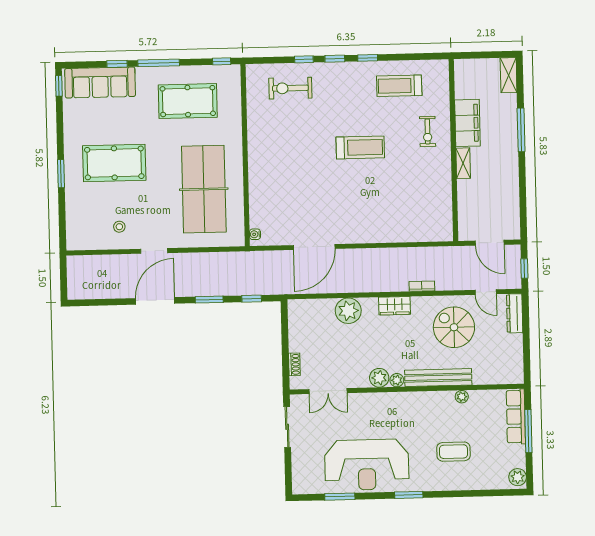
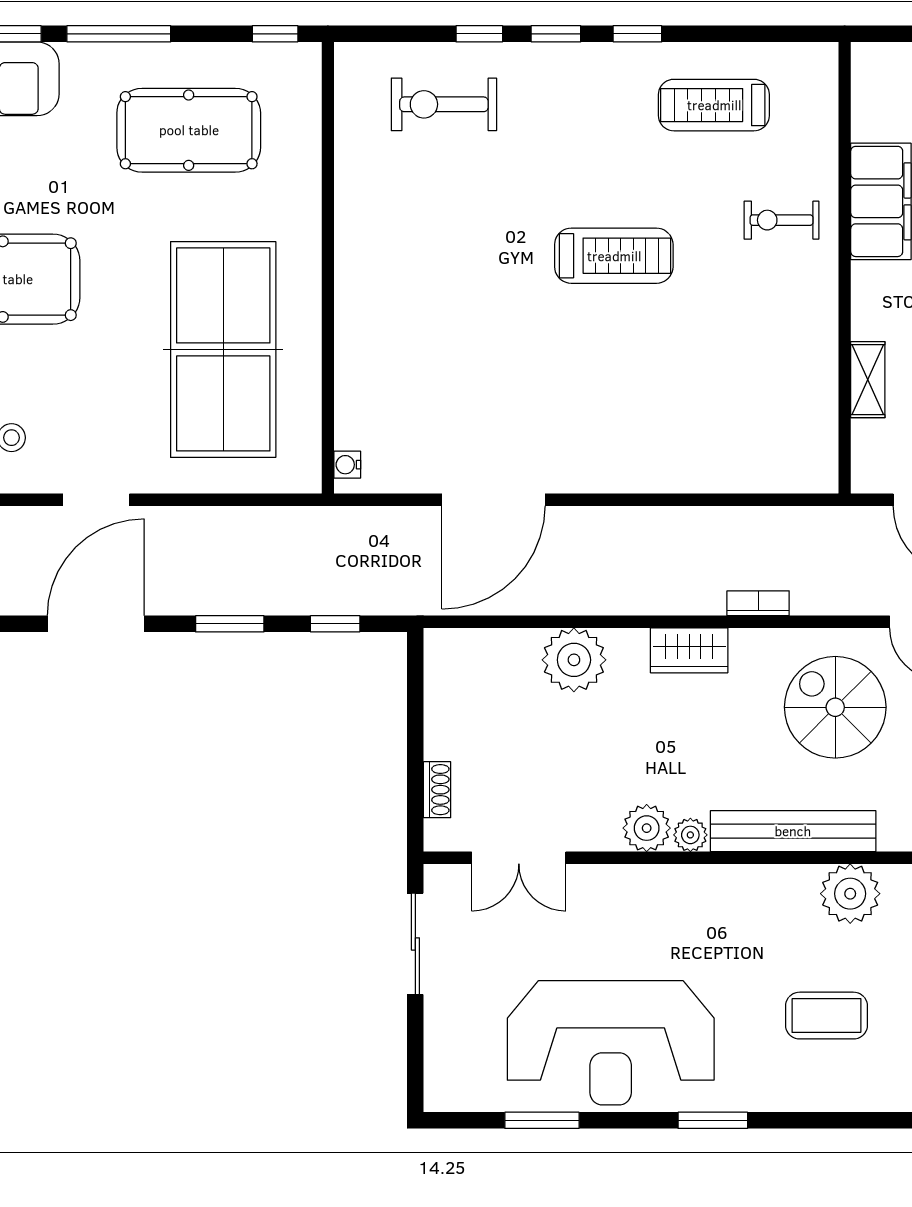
exercise bike: (428, 131) -> (781, 220), turned 90
shelving: (463, 163) -> (868, 380), moved
plant: (462, 397) -> (850, 894), width x1.88, depth x1.88

